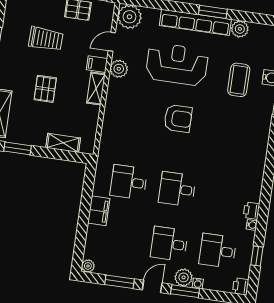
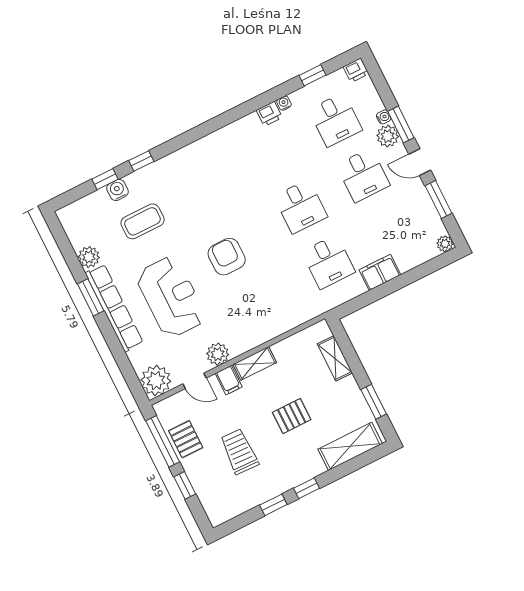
reception desk: (177, 64) -> (171, 297), turned 180

